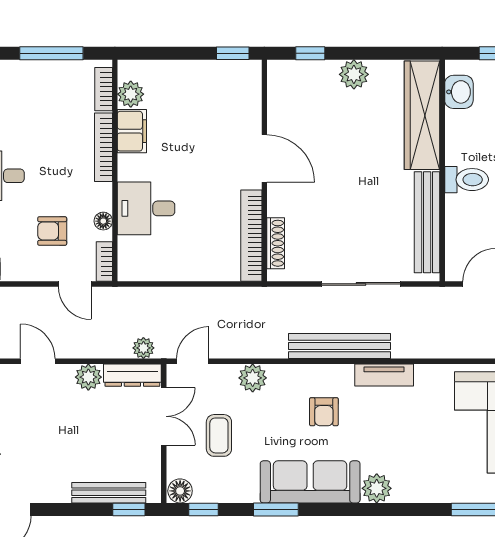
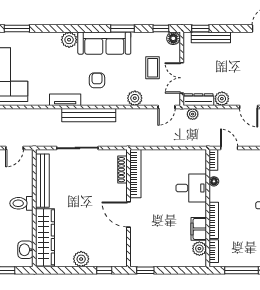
armchair: (52, 231) -> (241, 176), removed

